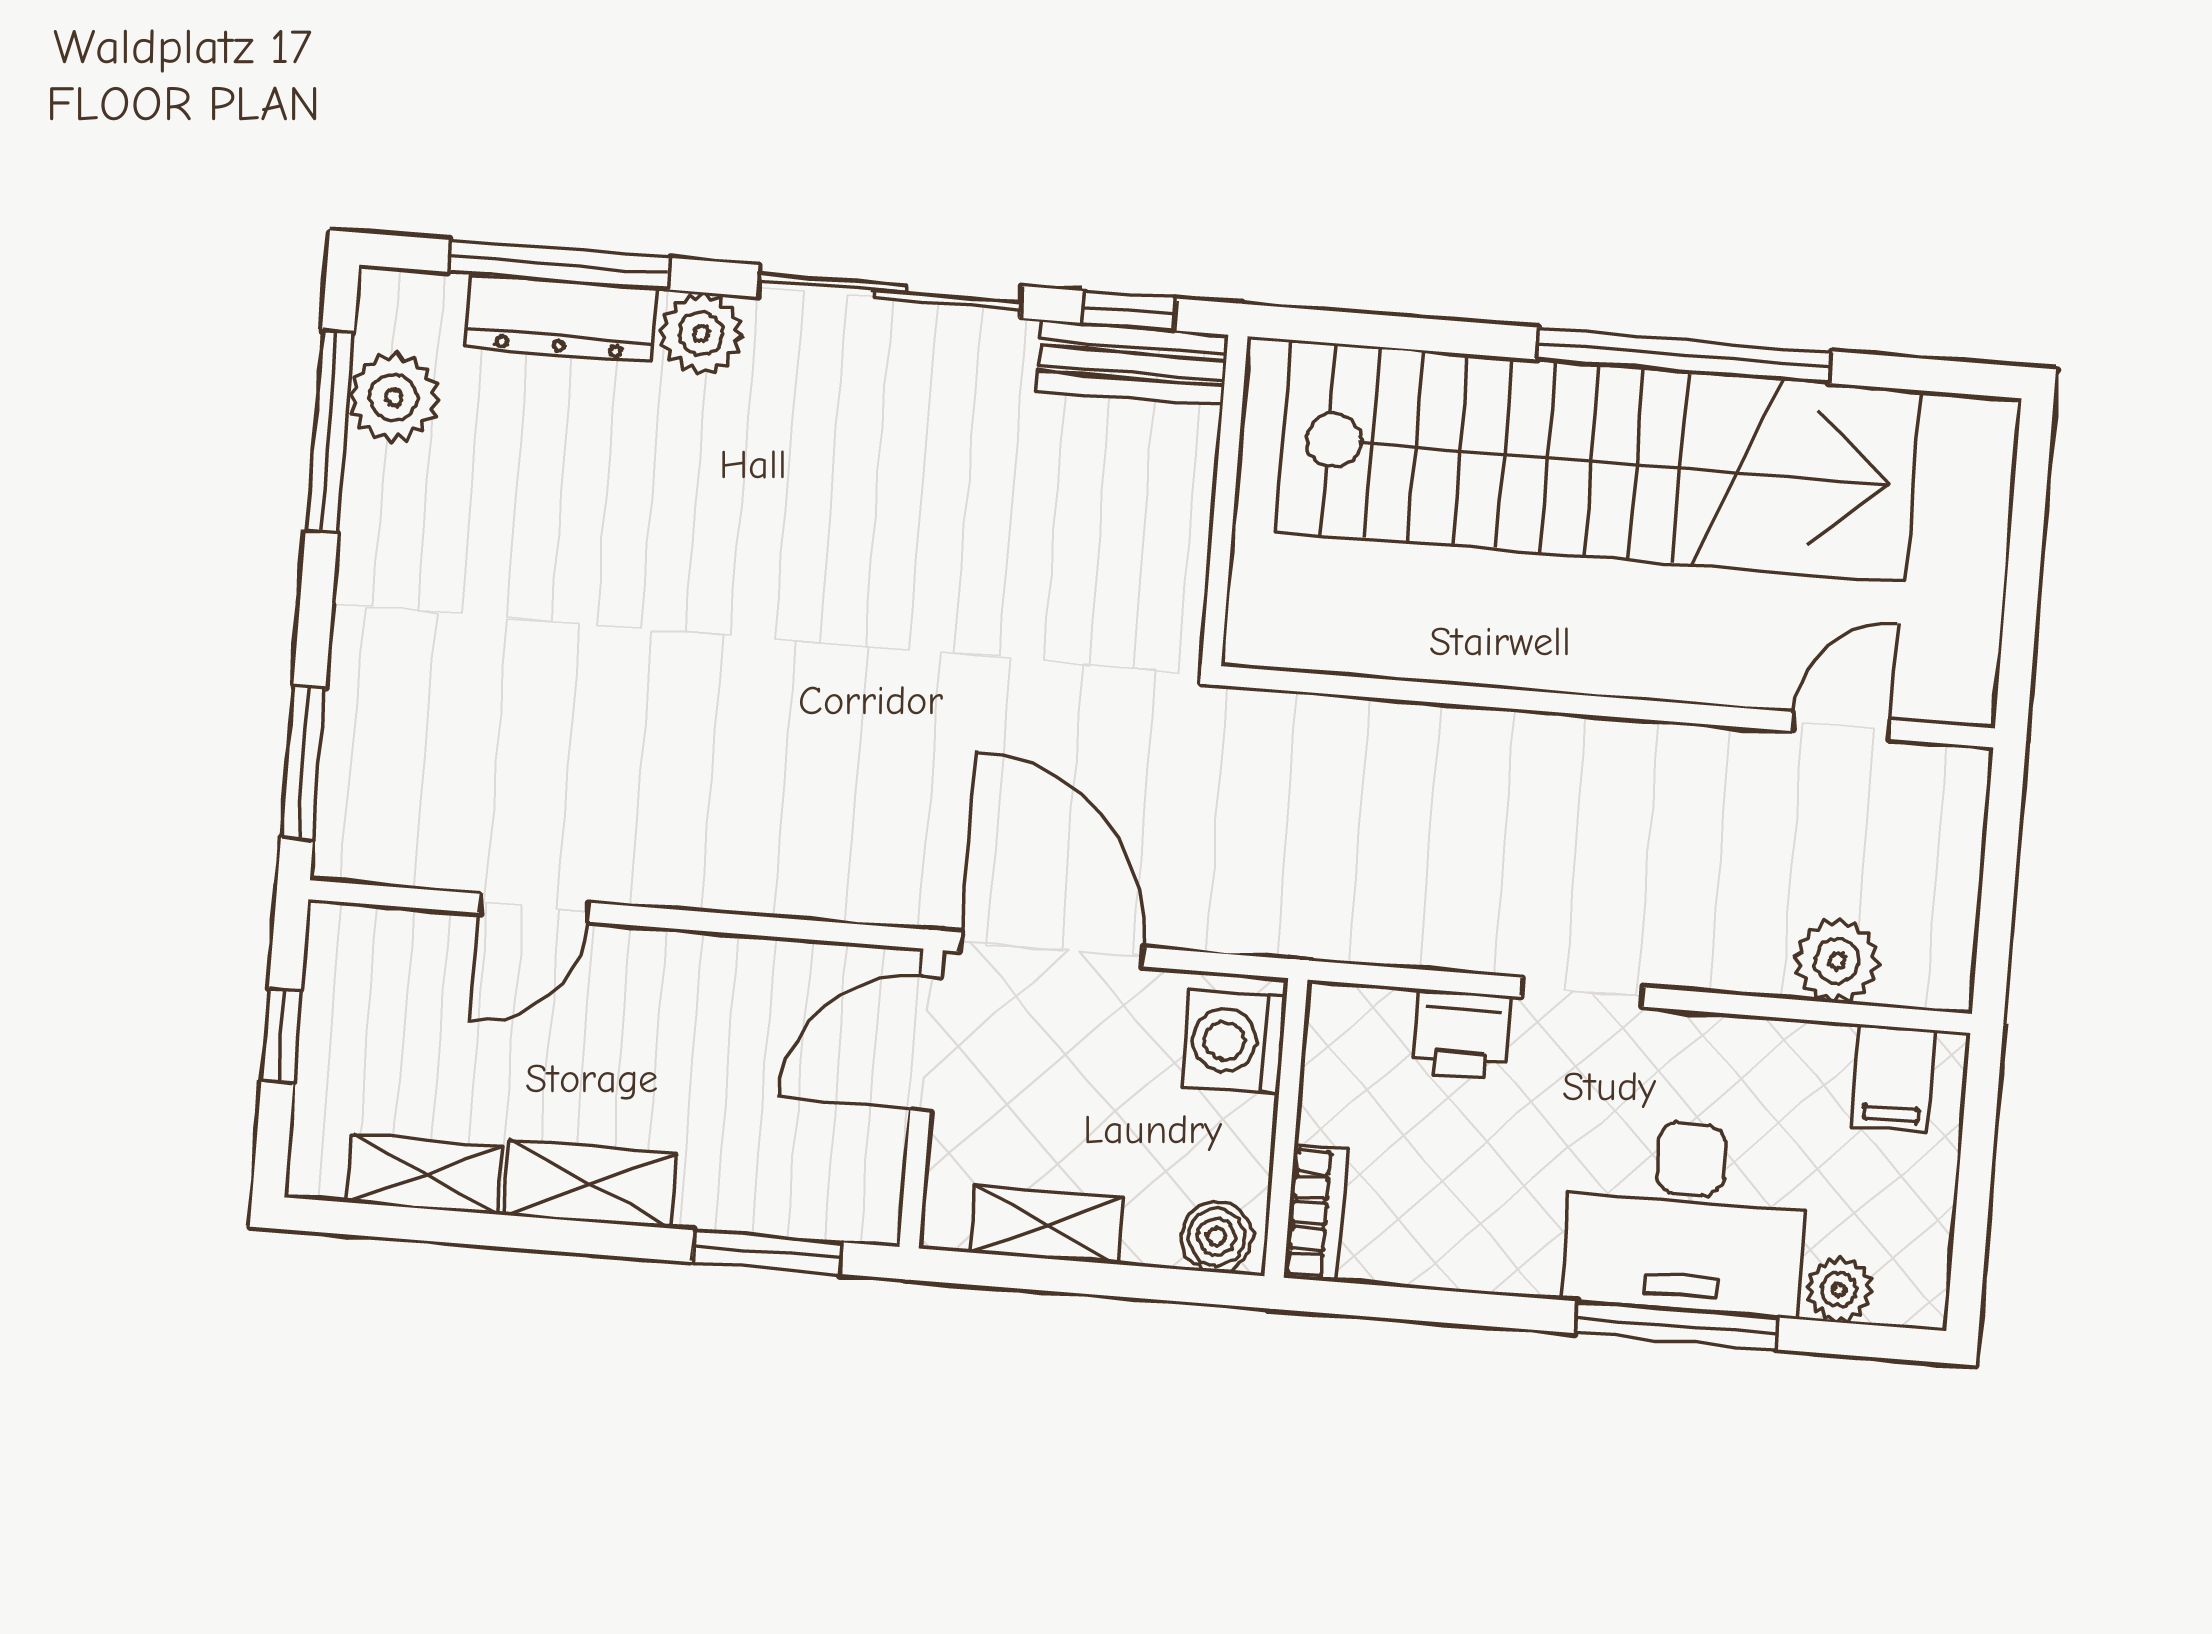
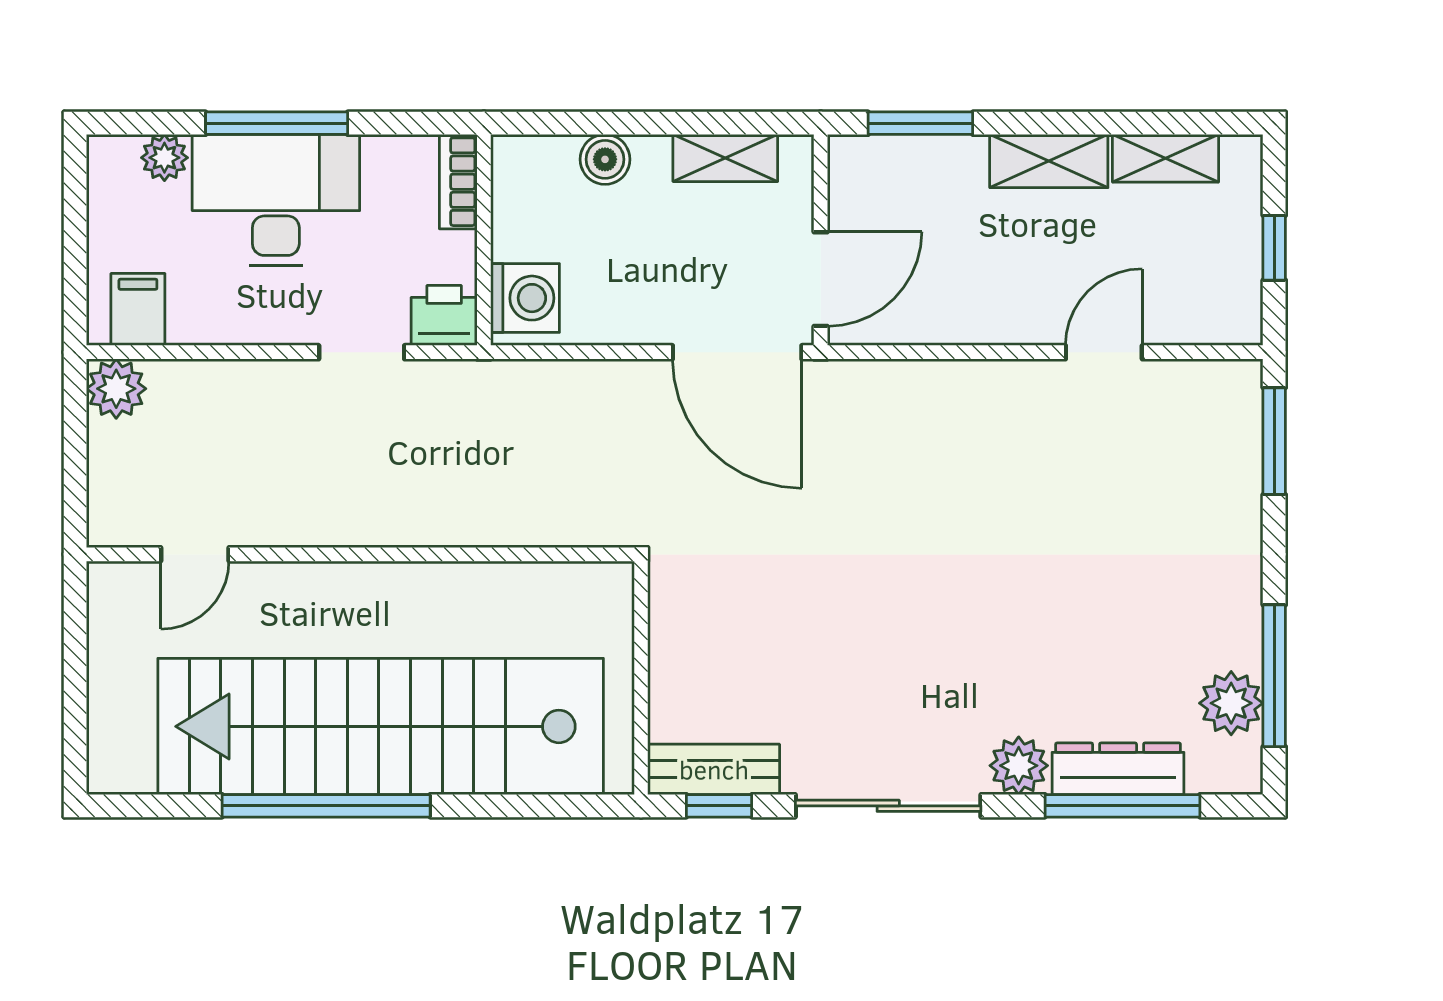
plant: (1837, 961) -> (116, 389), moved
washing machine: (1234, 1041) -> (525, 298), moved
wall: (1286, 1128) -> (484, 240), moved
bookcase: (1315, 1213) -> (458, 182), moved

